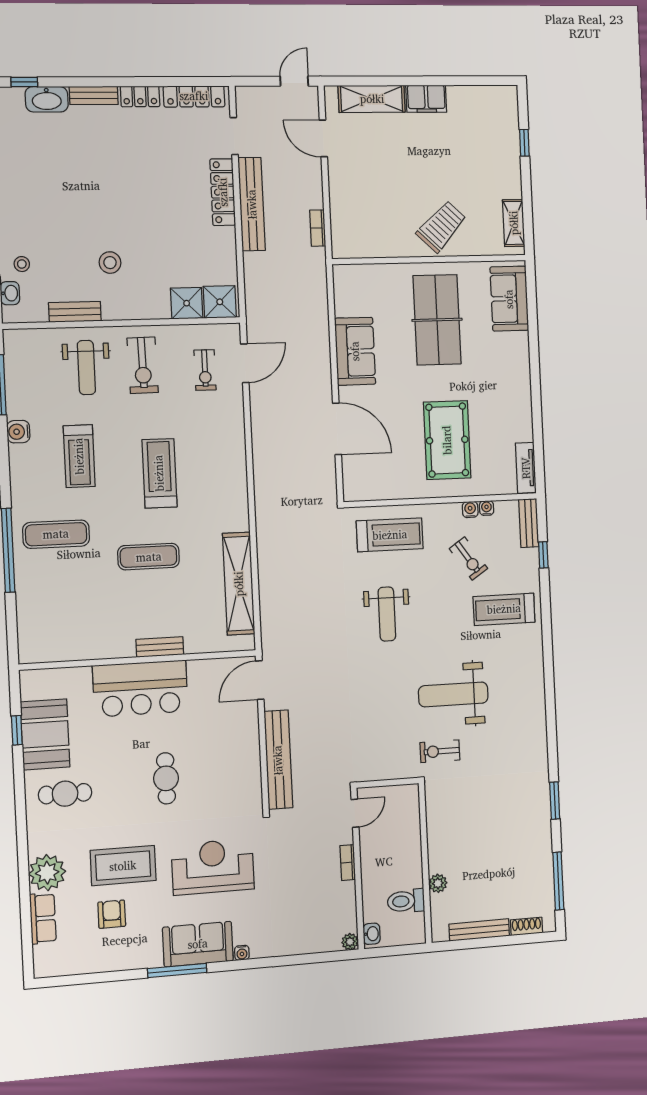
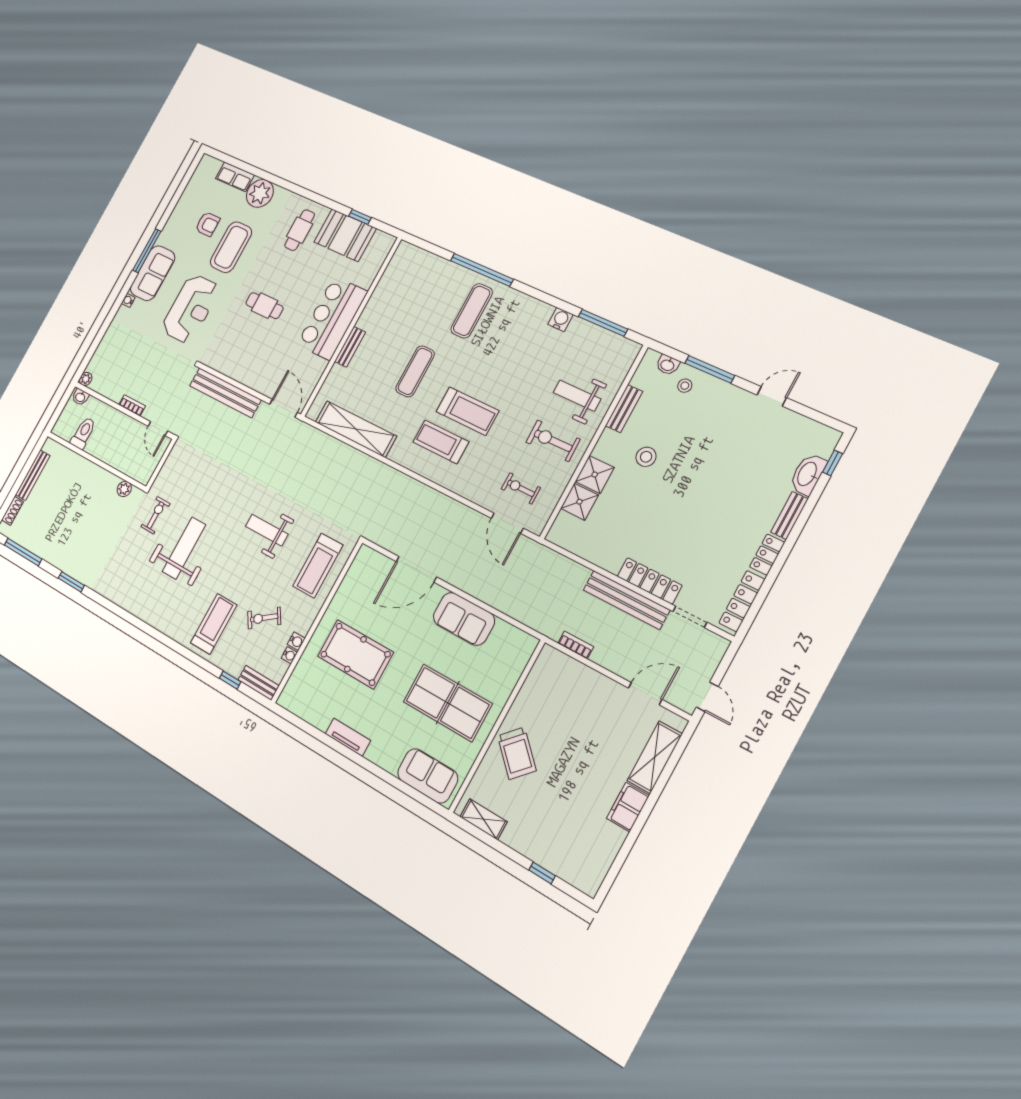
shower: (220, 302) -> (595, 475), moved
treadmill: (79, 456) -> (441, 442), moved
tv unit: (526, 468) -> (348, 737), moved
plant: (438, 883) -> (124, 489), moved

